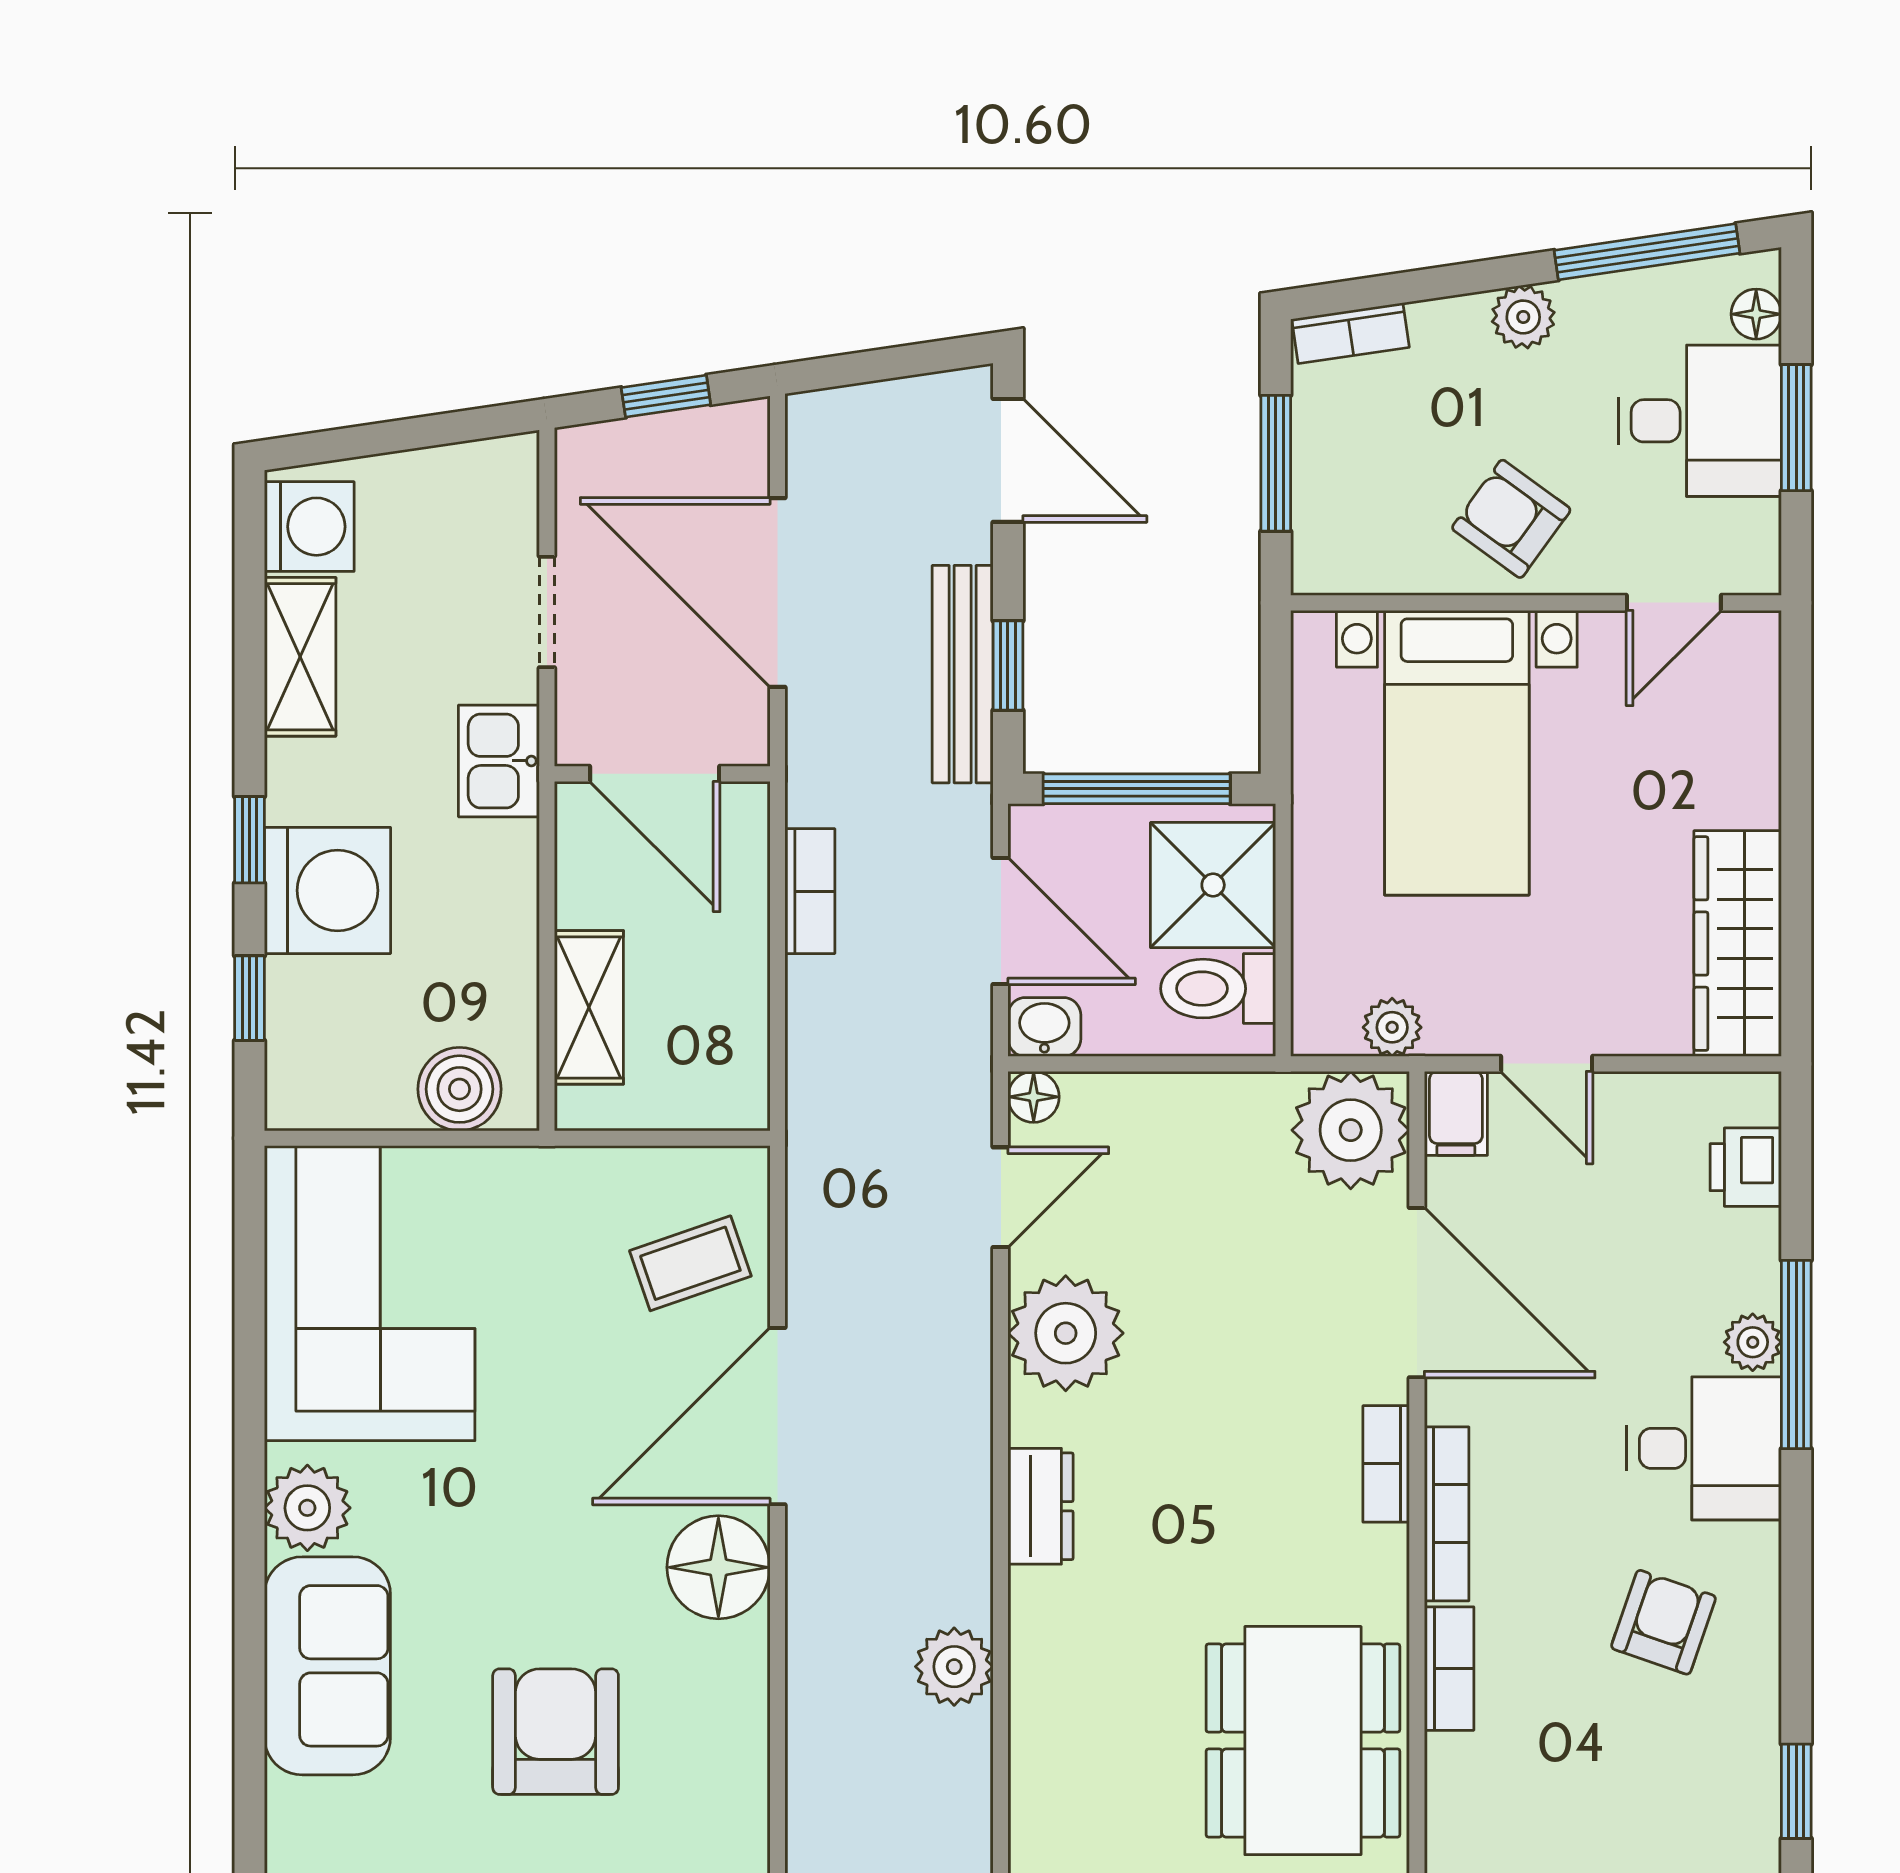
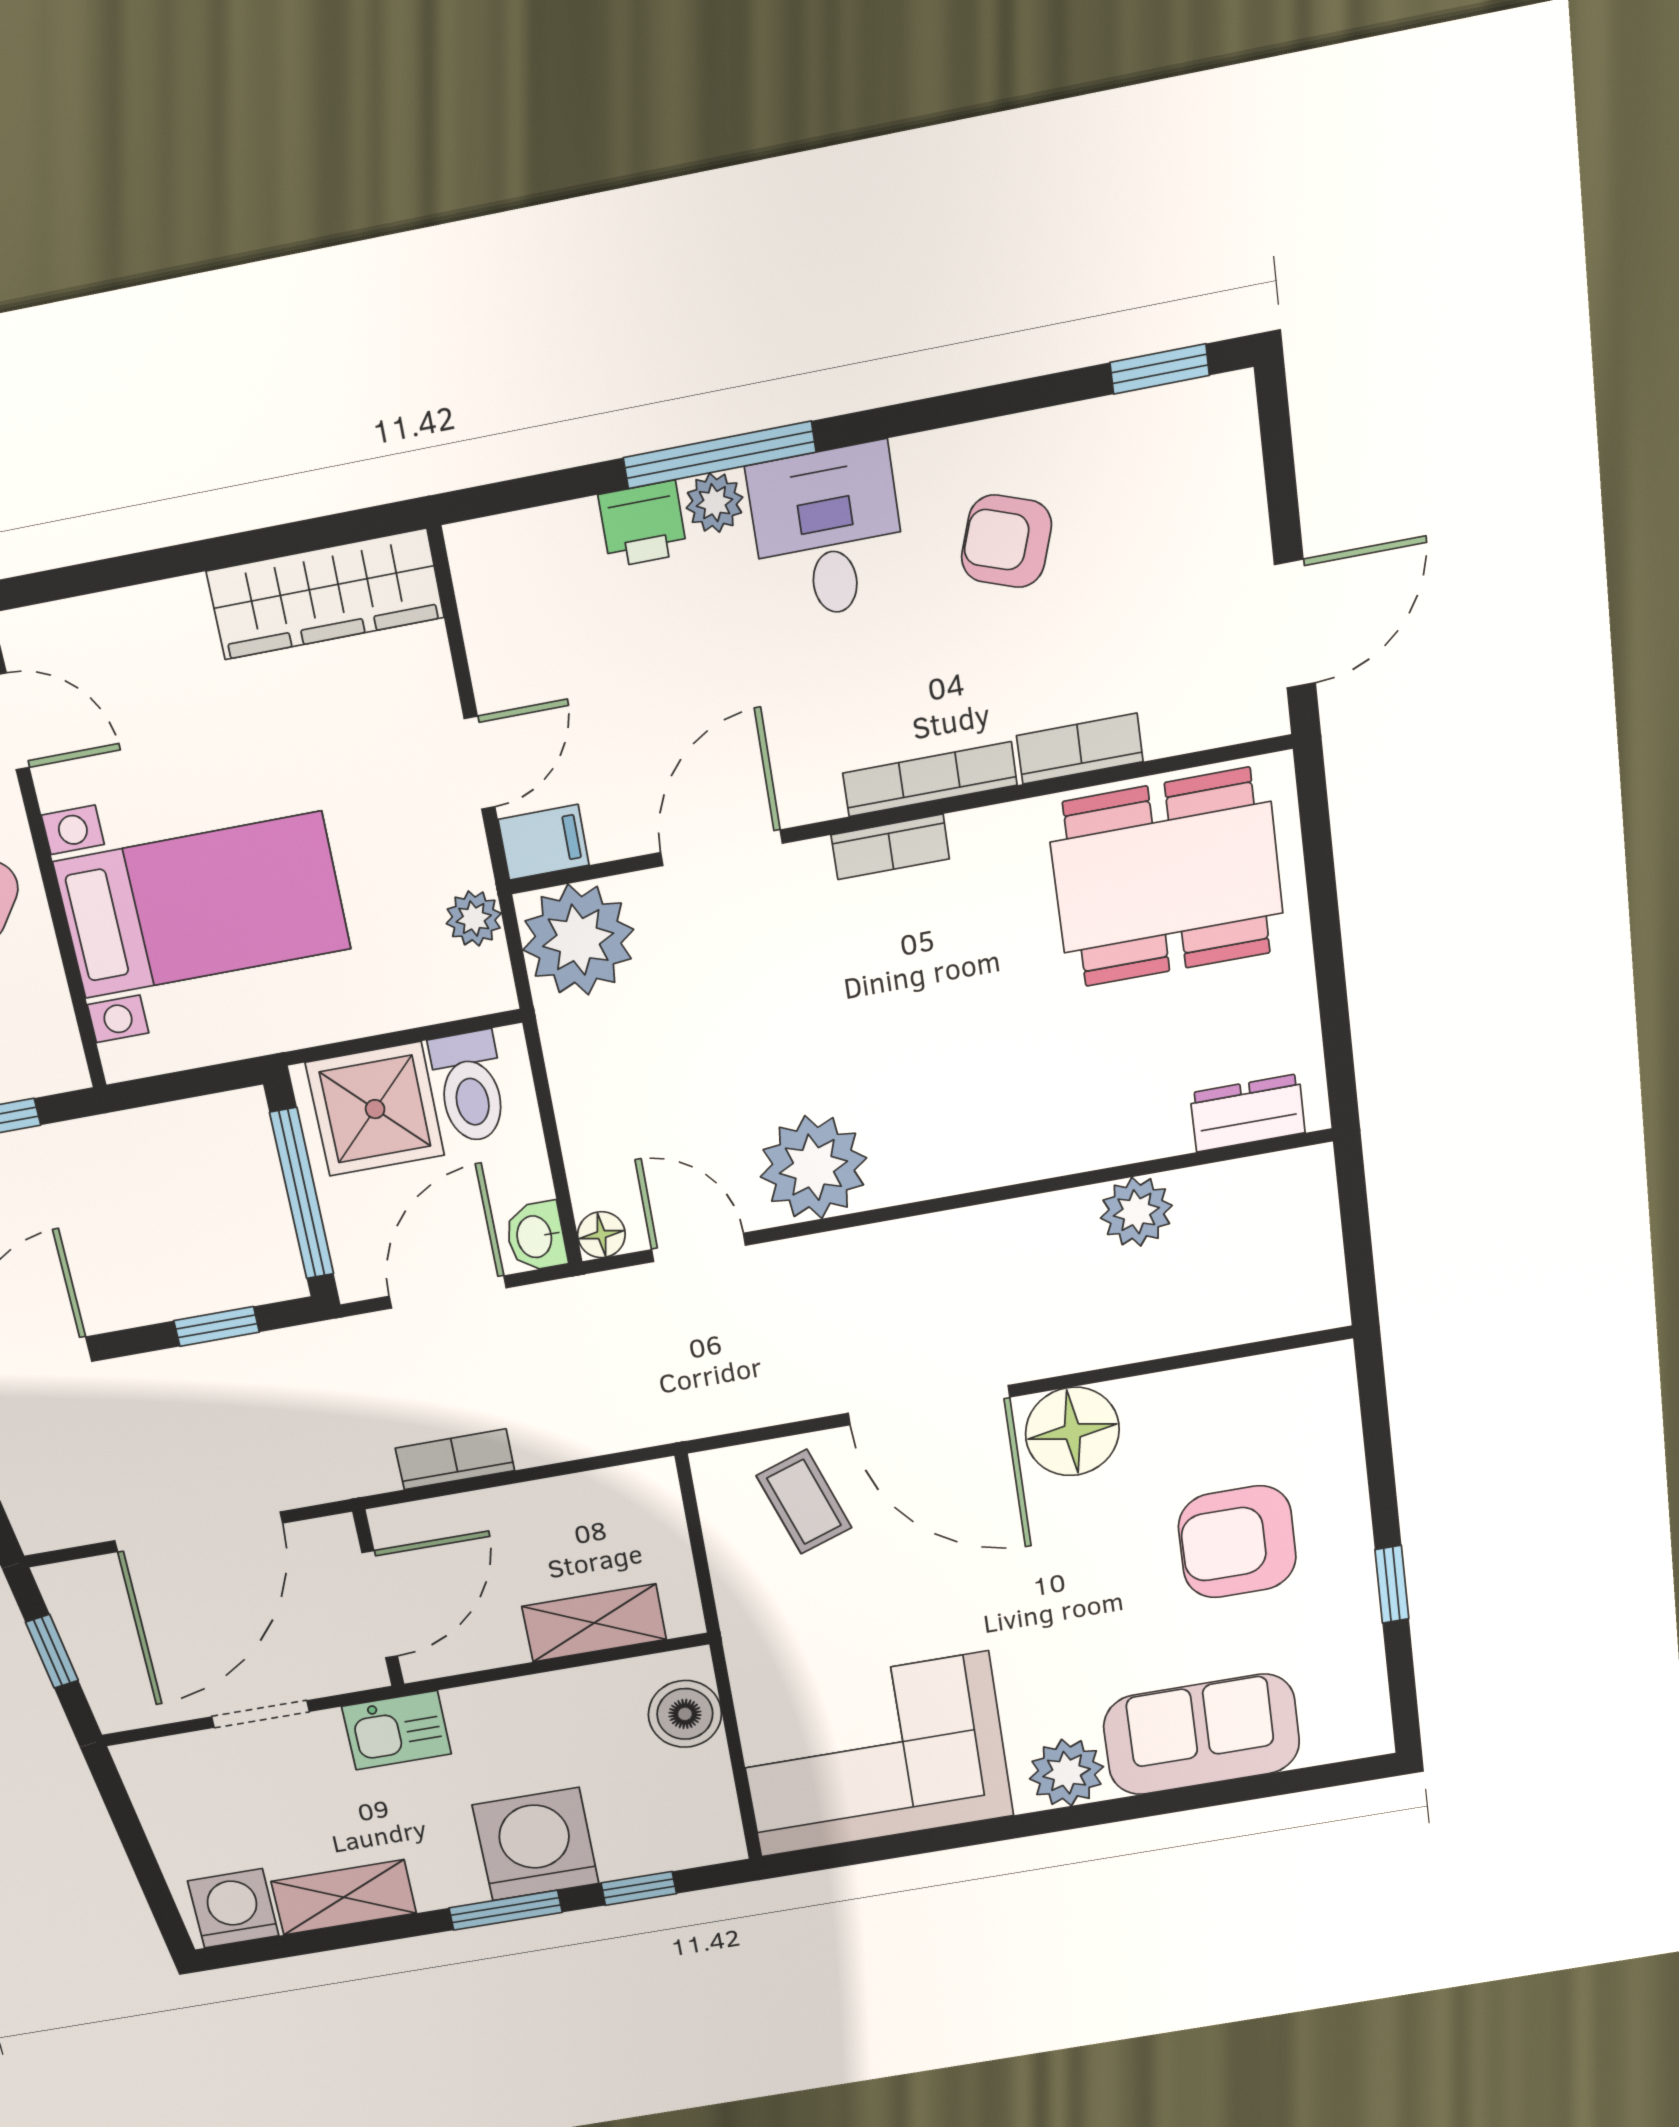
bench: (963, 674) -> (233, 1364), removed
window: (249, 840) -> (506, 1910), width x1.50
printer: (1746, 1167) -> (643, 524), moved
door: (1417, 1293) -> (721, 848), width x0.73
dresser: (1041, 1506) -> (1248, 1113), moved

